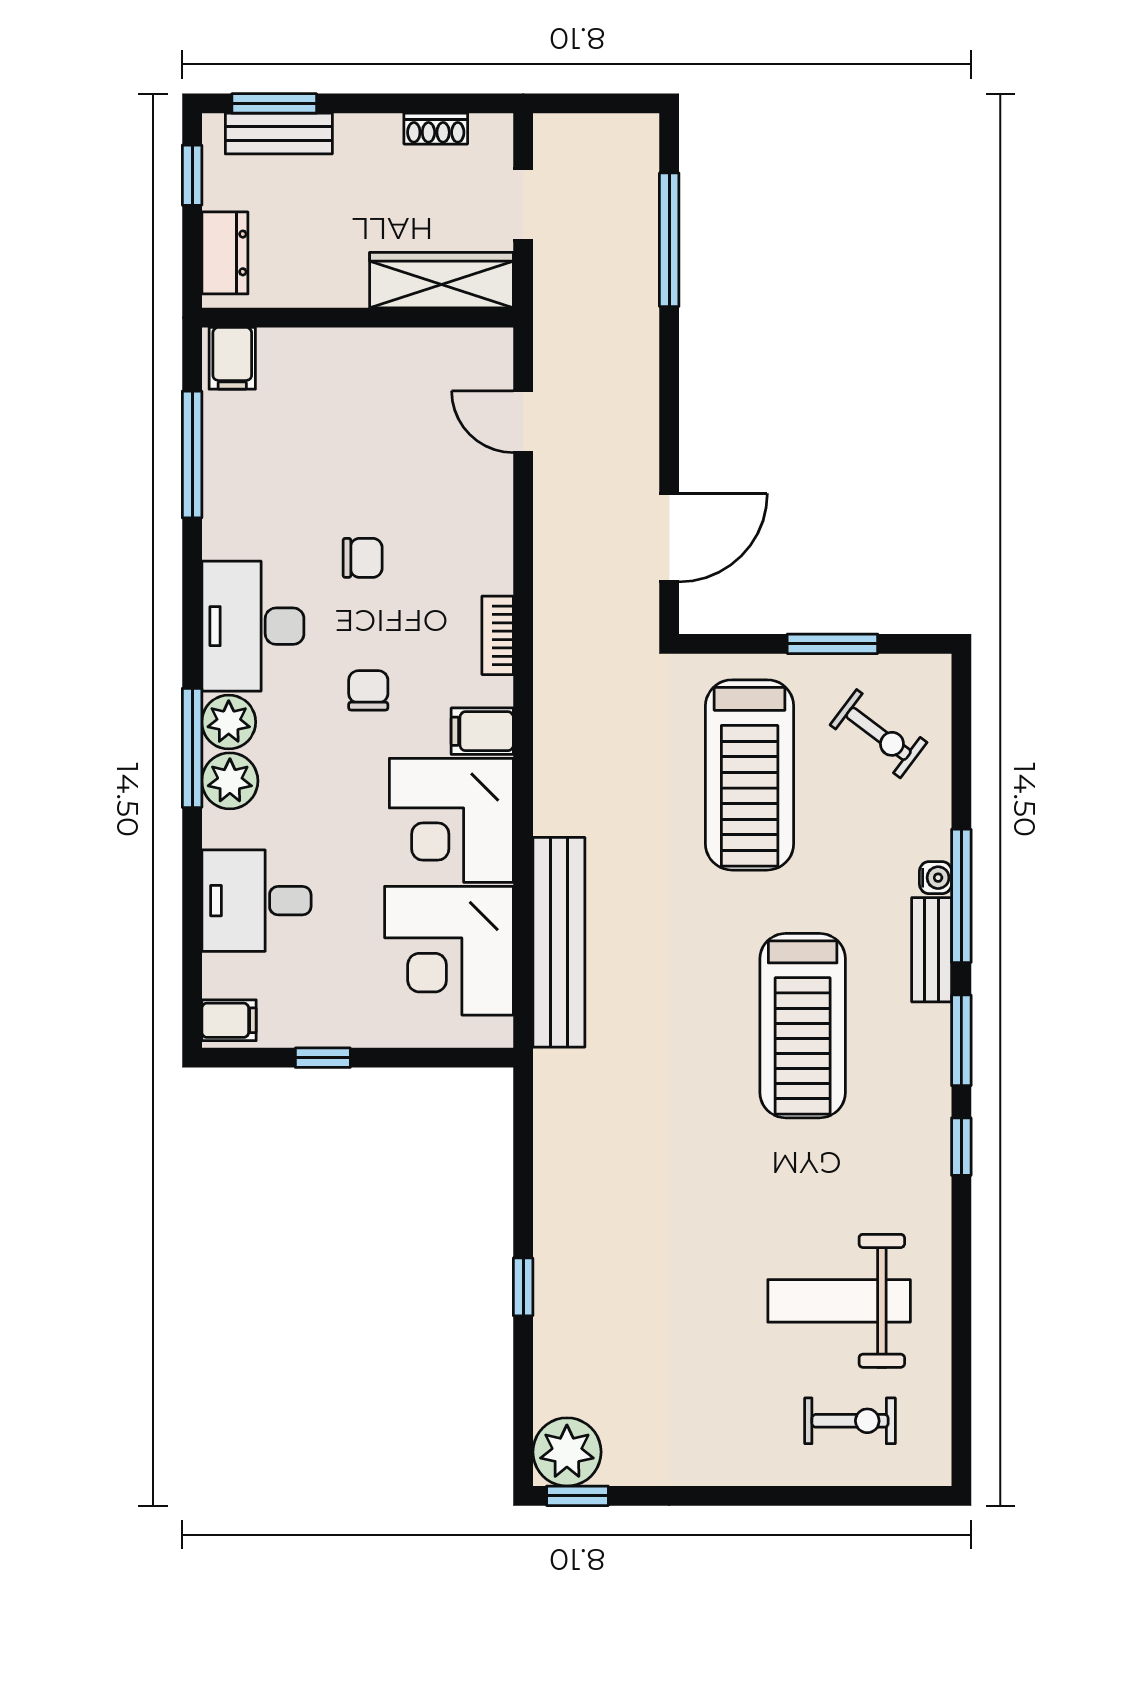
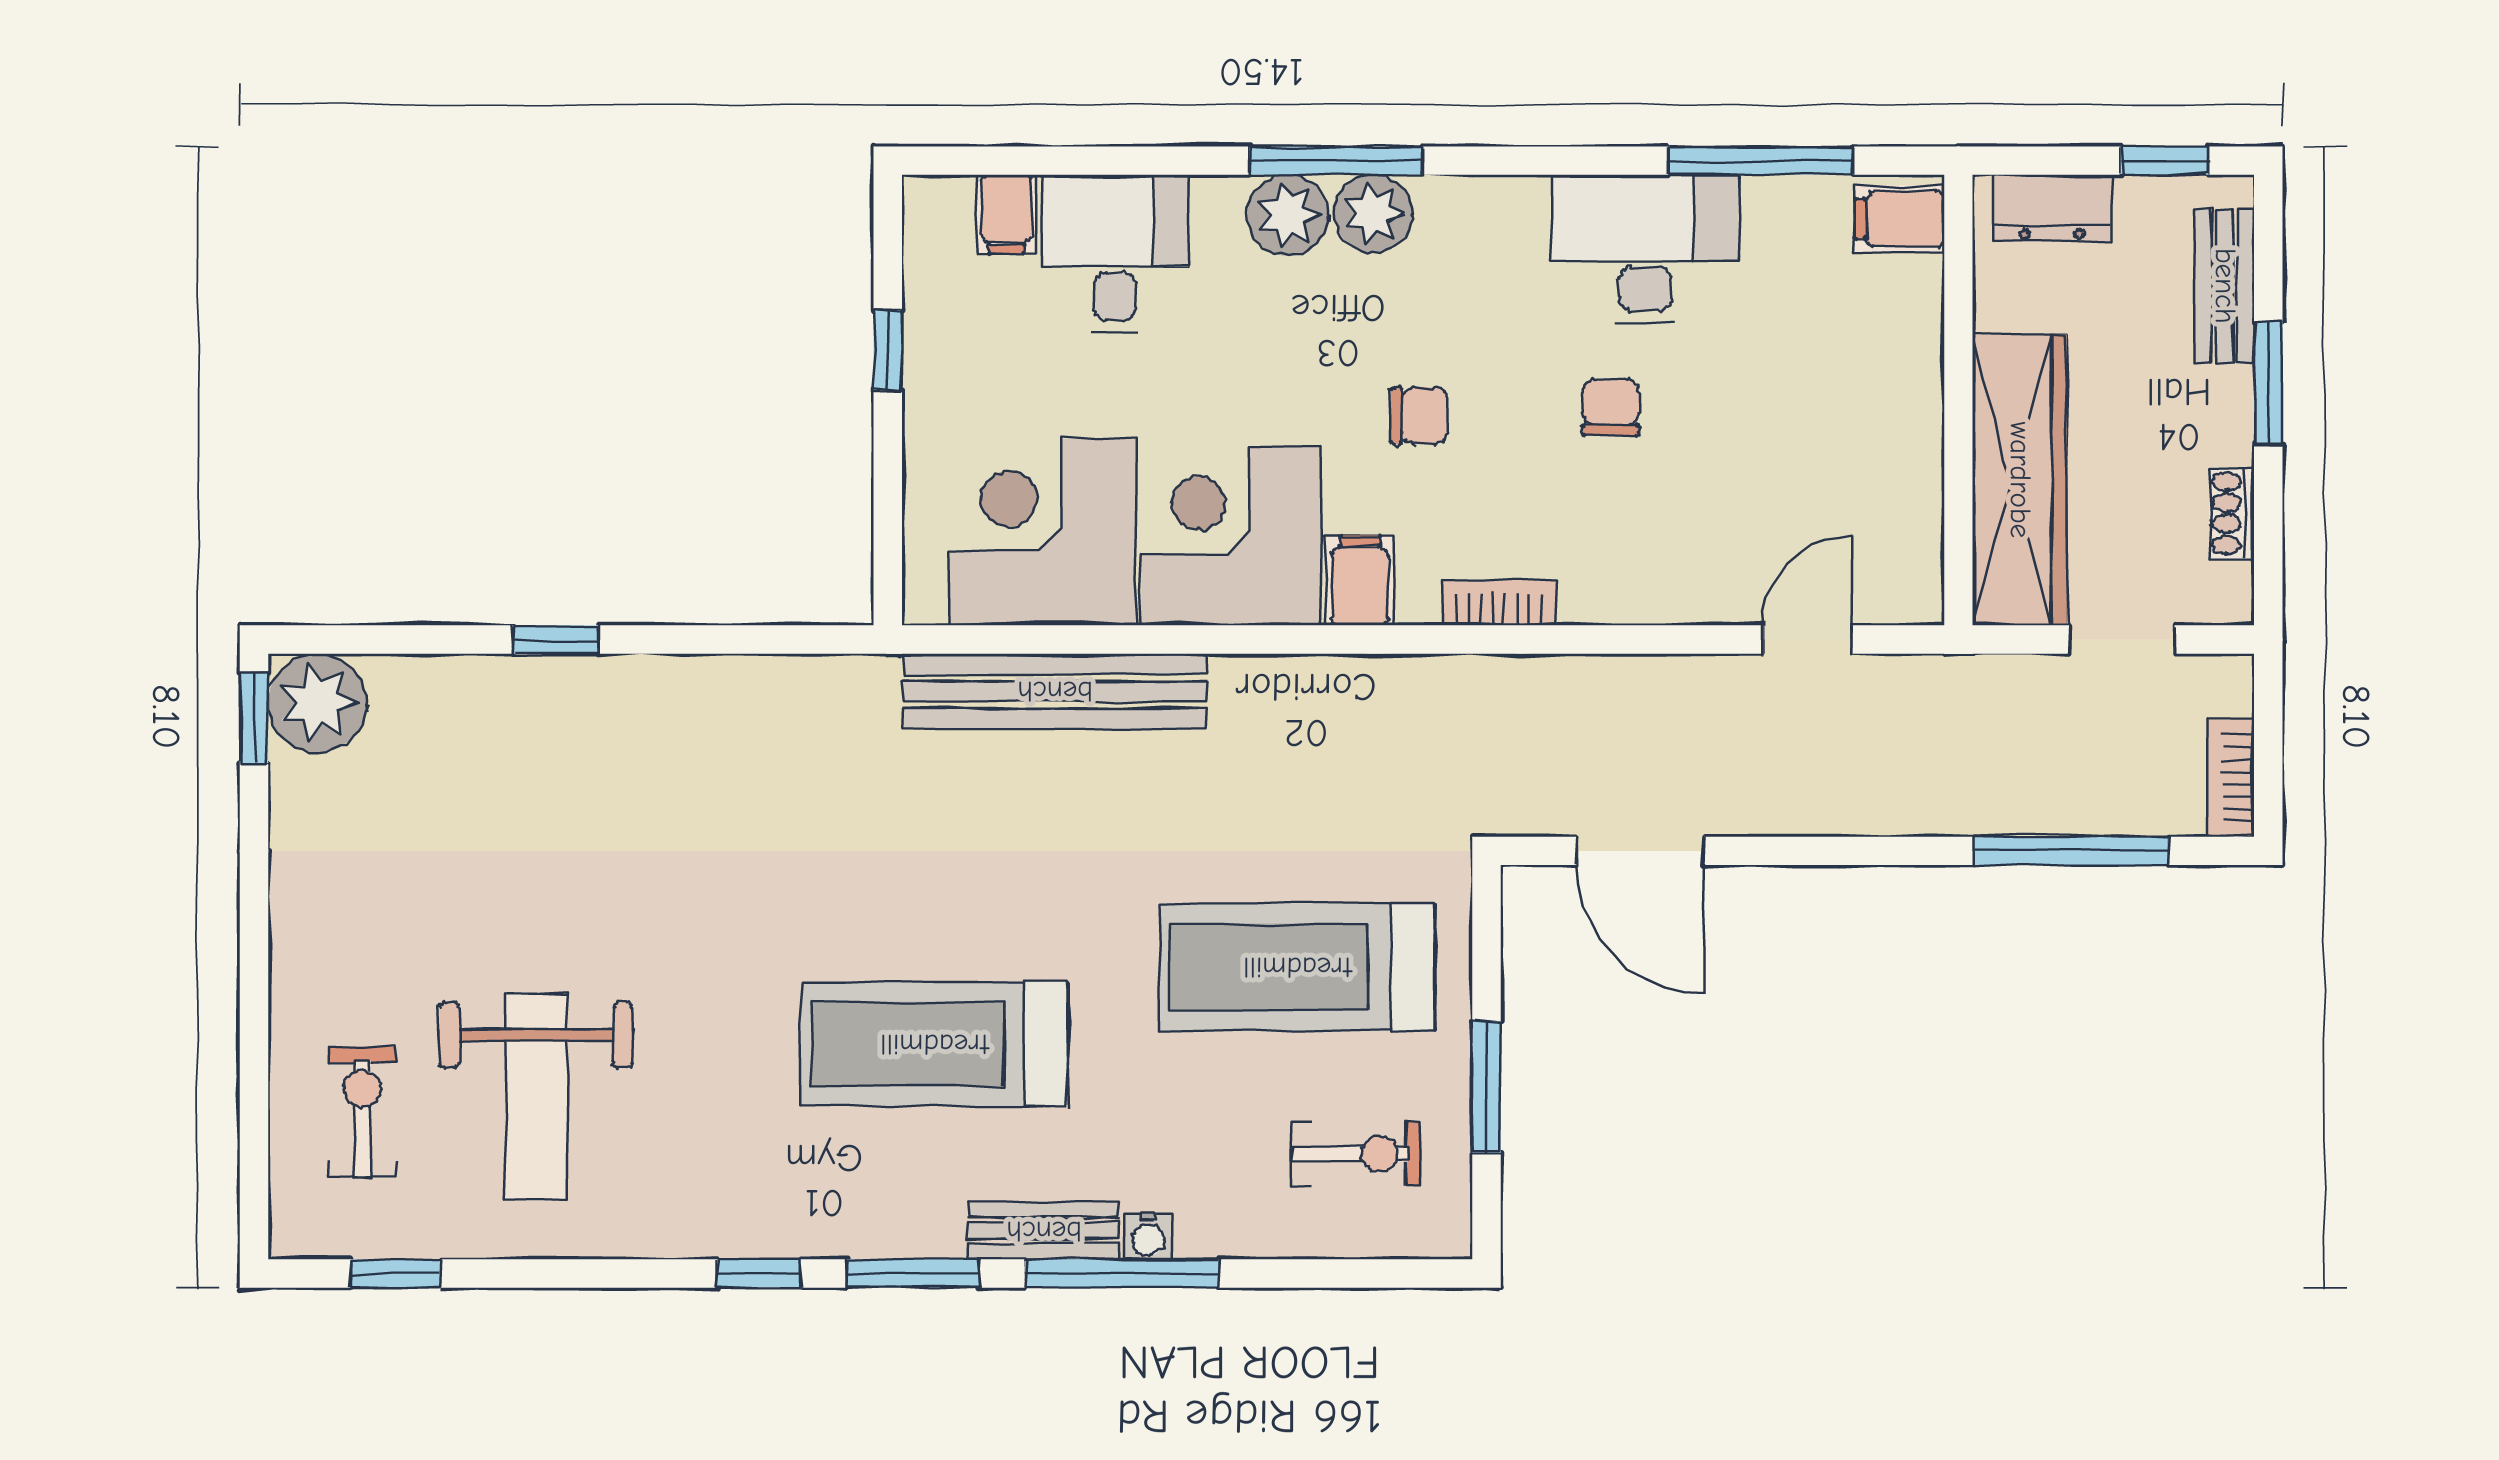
window: (274, 103) -> (2268, 383), moved
bookcase: (619, 129) -> (2231, 778), added
wardrobe: (442, 280) -> (2020, 480), width x1.40, depth x1.17
chair: (363, 558) -> (1611, 407), turned 180
desk: (253, 626) -> (1645, 249), moved
exercise bike: (879, 734) -> (1356, 1154), turned -127
filing cabinet: (229, 1020) -> (1007, 214), moved
weight bench: (839, 1301) -> (536, 1097), turned 180
window: (961, 1398) -> (396, 1273), added
exercise bike: (850, 1421) -> (362, 1113), turned 180

